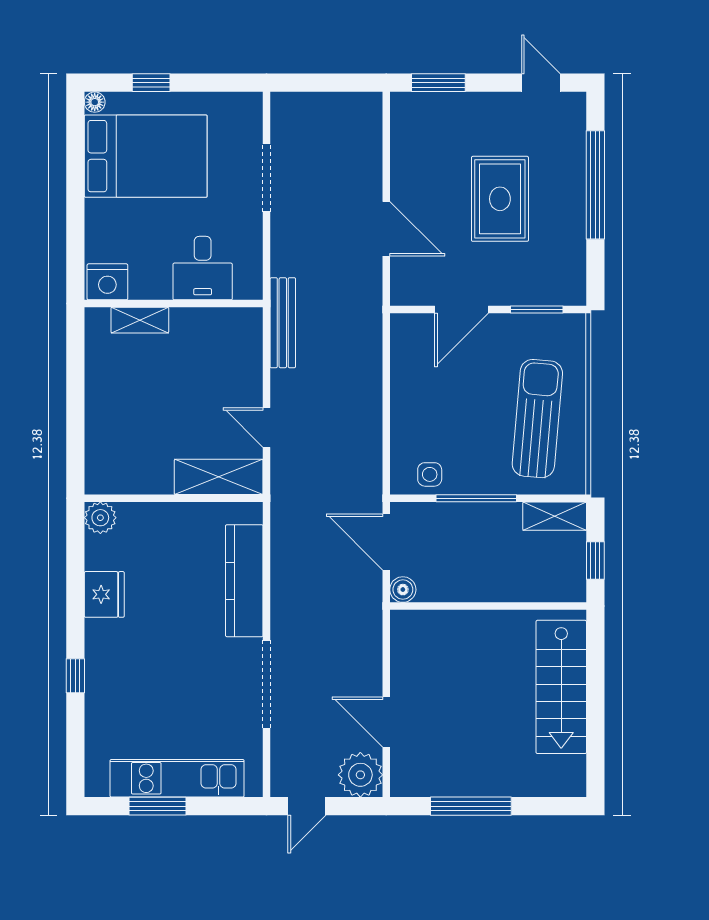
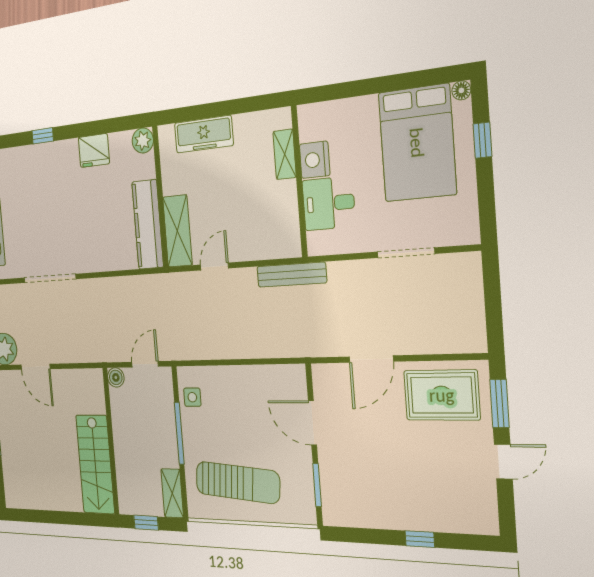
door: (541, 83) -> (503, 461), moved
window: (595, 185) -> (420, 539), width x0.32
rug: (500, 199) -> (442, 395), moved
nightstand: (107, 282) -> (315, 160), moved
freezer: (103, 428) -> (204, 134), added
door: (386, 542) -> (145, 364), width x0.73
kitchen counter: (244, 581) -> (148, 224), moved, turned -90
stairs: (561, 687) -> (95, 464), moved, turned -90
door: (386, 722) -> (35, 367), swing flipped

